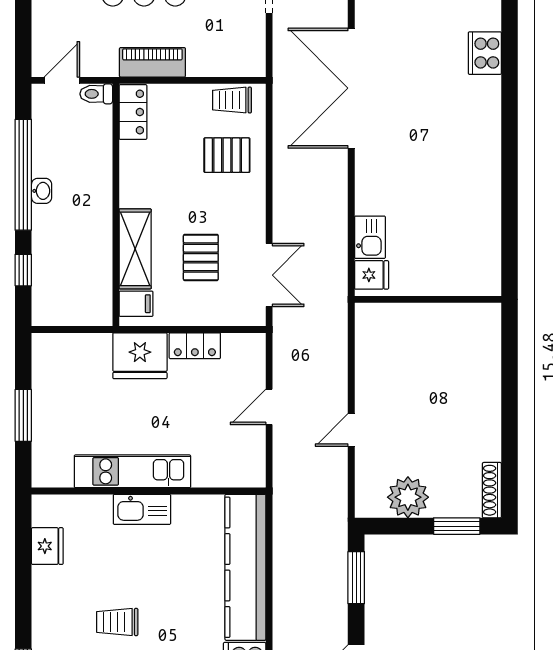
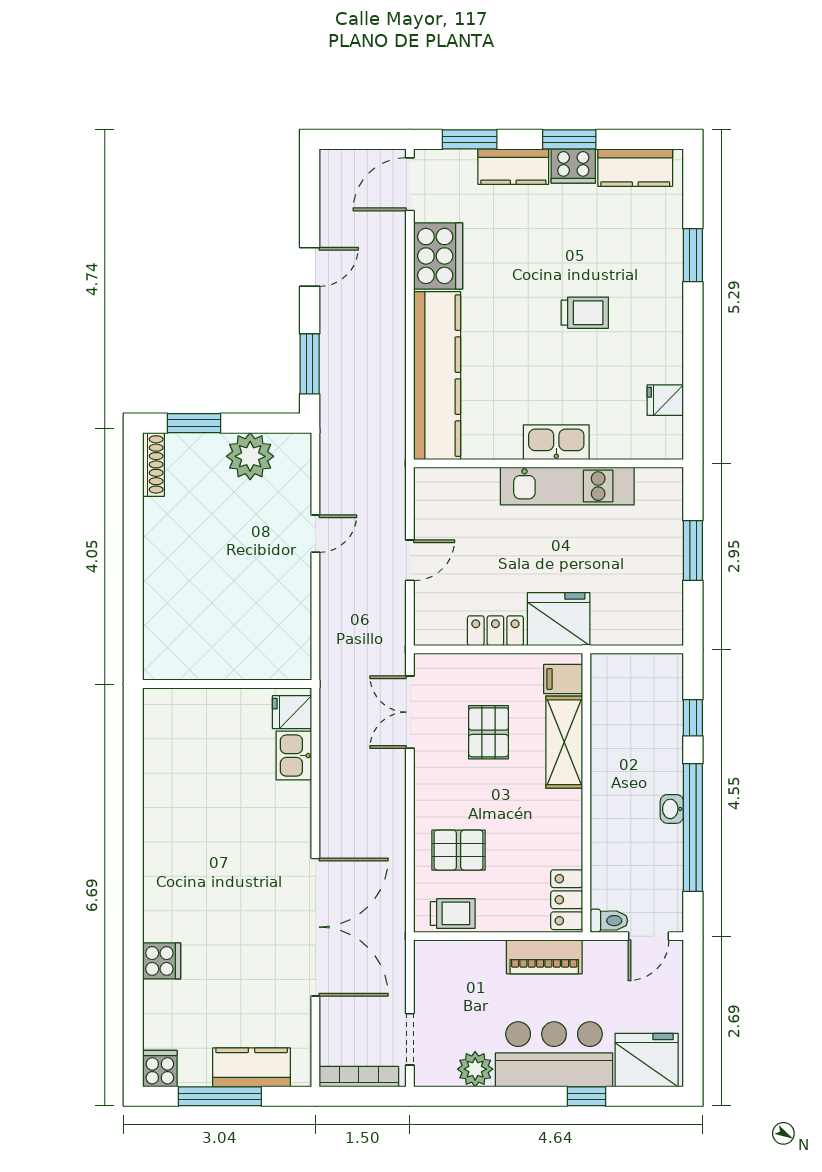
cooker: (485, 53) -> (162, 961), width x0.73
fridge: (47, 546) -> (665, 400), width x0.72

